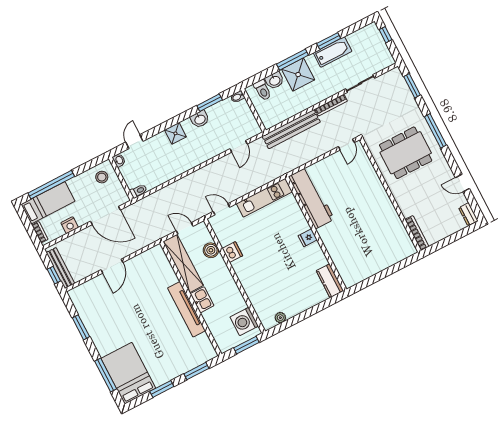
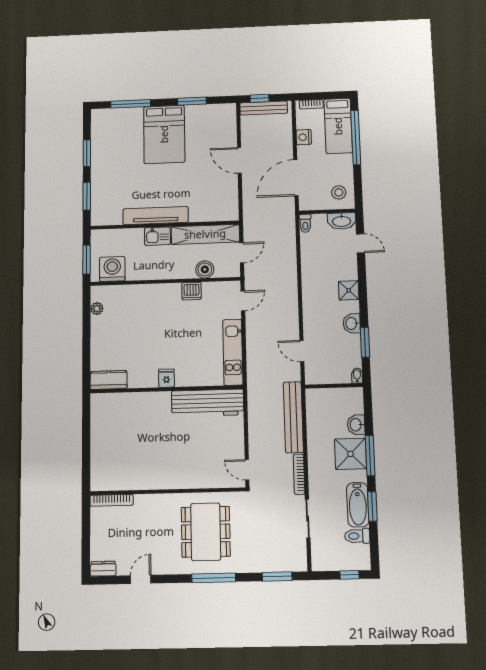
toilet: (262, 90) -> (357, 536), moved
washbasin: (119, 160) -> (342, 221), width x1.91, depth x1.45
bed: (128, 373) -> (164, 134), moved, turned 90

